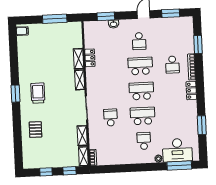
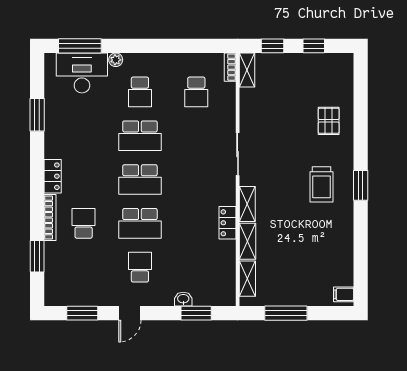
locker: (90, 58) -> (227, 223), moved
school desk: (110, 117) -> (196, 92), moved
shelving: (82, 136) -> (247, 279), moved

